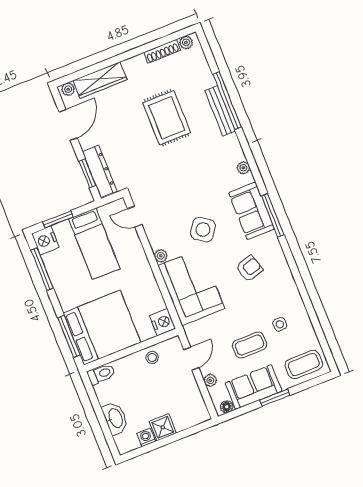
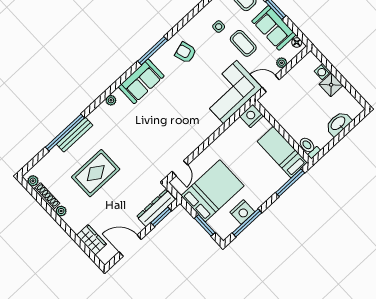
wardrobe: (100, 80) -> (92, 240), width x0.67
plant: (68, 89) -> (61, 211), moved
window: (273, 215) -> (153, 51), moved
side table: (203, 230) -> (170, 113), removed
nightstand: (45, 240) -> (242, 212), moved
bed: (94, 244) -> (213, 191), width x1.50
plant: (161, 256) -> (202, 137), removed
armchair: (249, 268) -> (186, 53), moved
corner sofa: (191, 287) -> (230, 92), moved
bed: (102, 328) -> (282, 152), width x0.49
stool: (152, 357) -> (281, 113), removed
washing machine: (146, 437) -> (322, 72), moved

